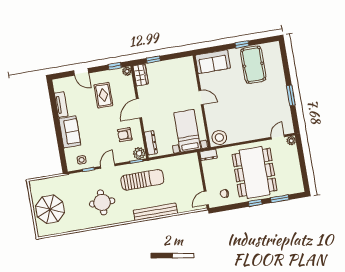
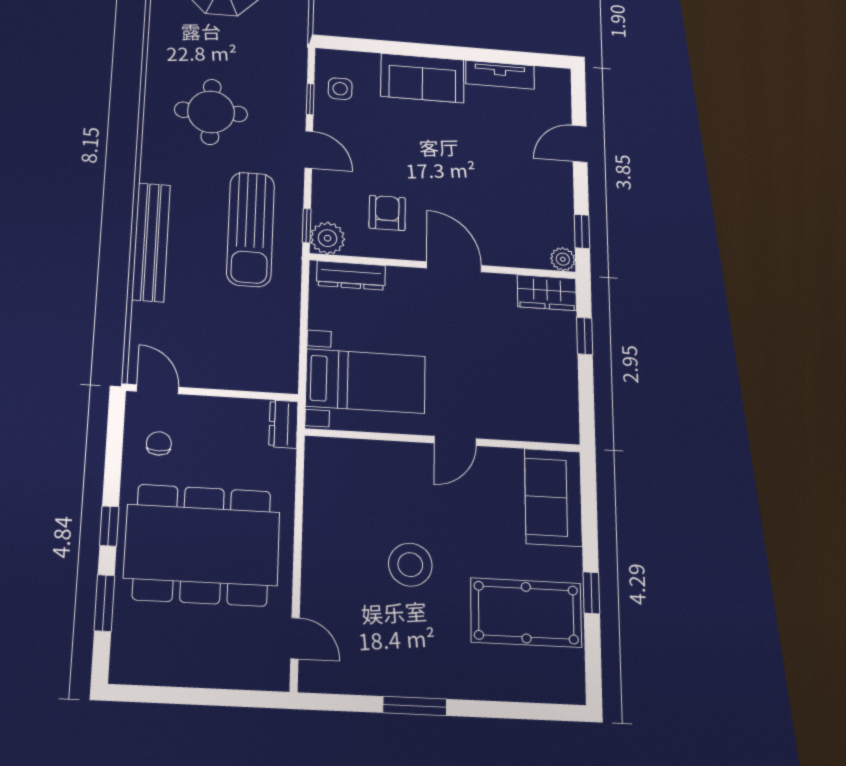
rug: (103, 95) -> (507, 184), removed
stool: (219, 137) -> (410, 565), moved
plant: (291, 141) -> (276, 677), removed

